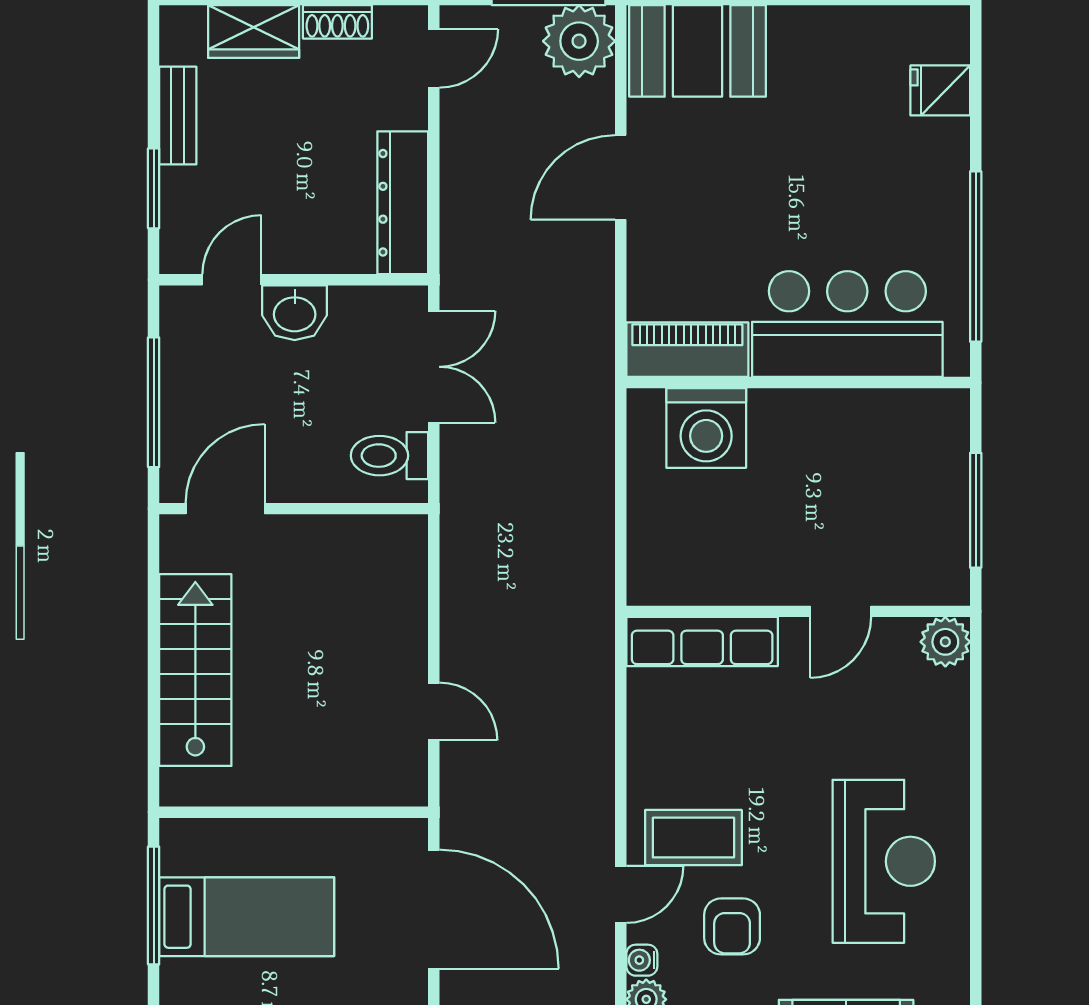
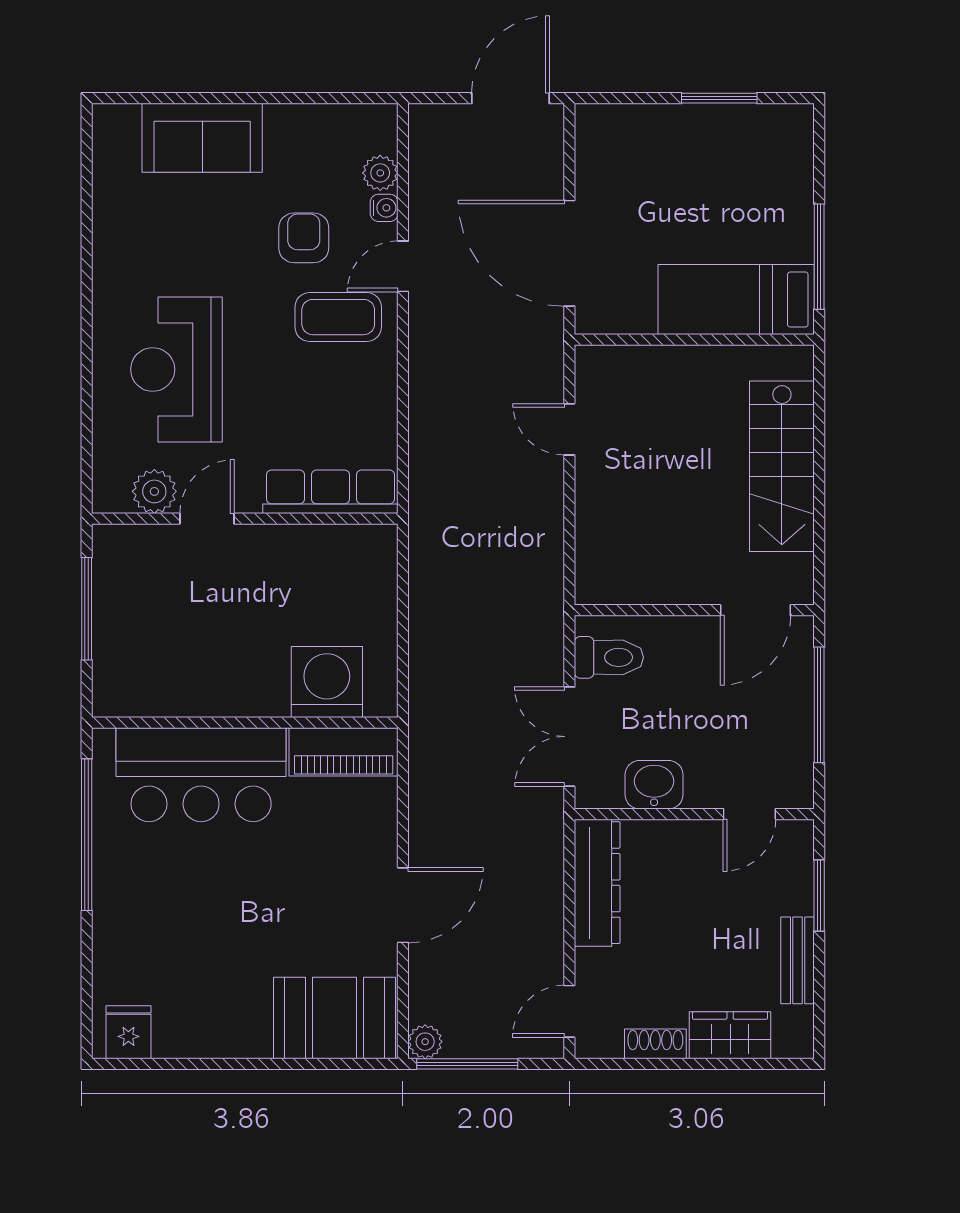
plant: (579, 41) -> (425, 1042), width x0.53, depth x0.53
fridge: (940, 90) -> (128, 1032), moved, turned -90
washbasin: (295, 313) -> (654, 785), moved
plant: (945, 642) -> (154, 491), moved
reception desk: (884, 861) -> (176, 369), moved
bed: (247, 917) -> (736, 300), moved

